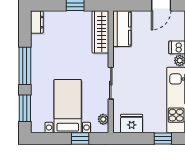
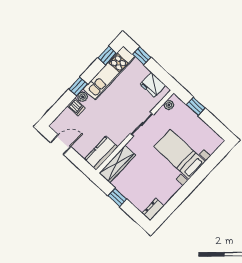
window: (25, 66) -> (188, 188), removed
bed with nightstands: (68, 106) -> (180, 154), moved, turned 90
window: (25, 108) -> (214, 160), removed

